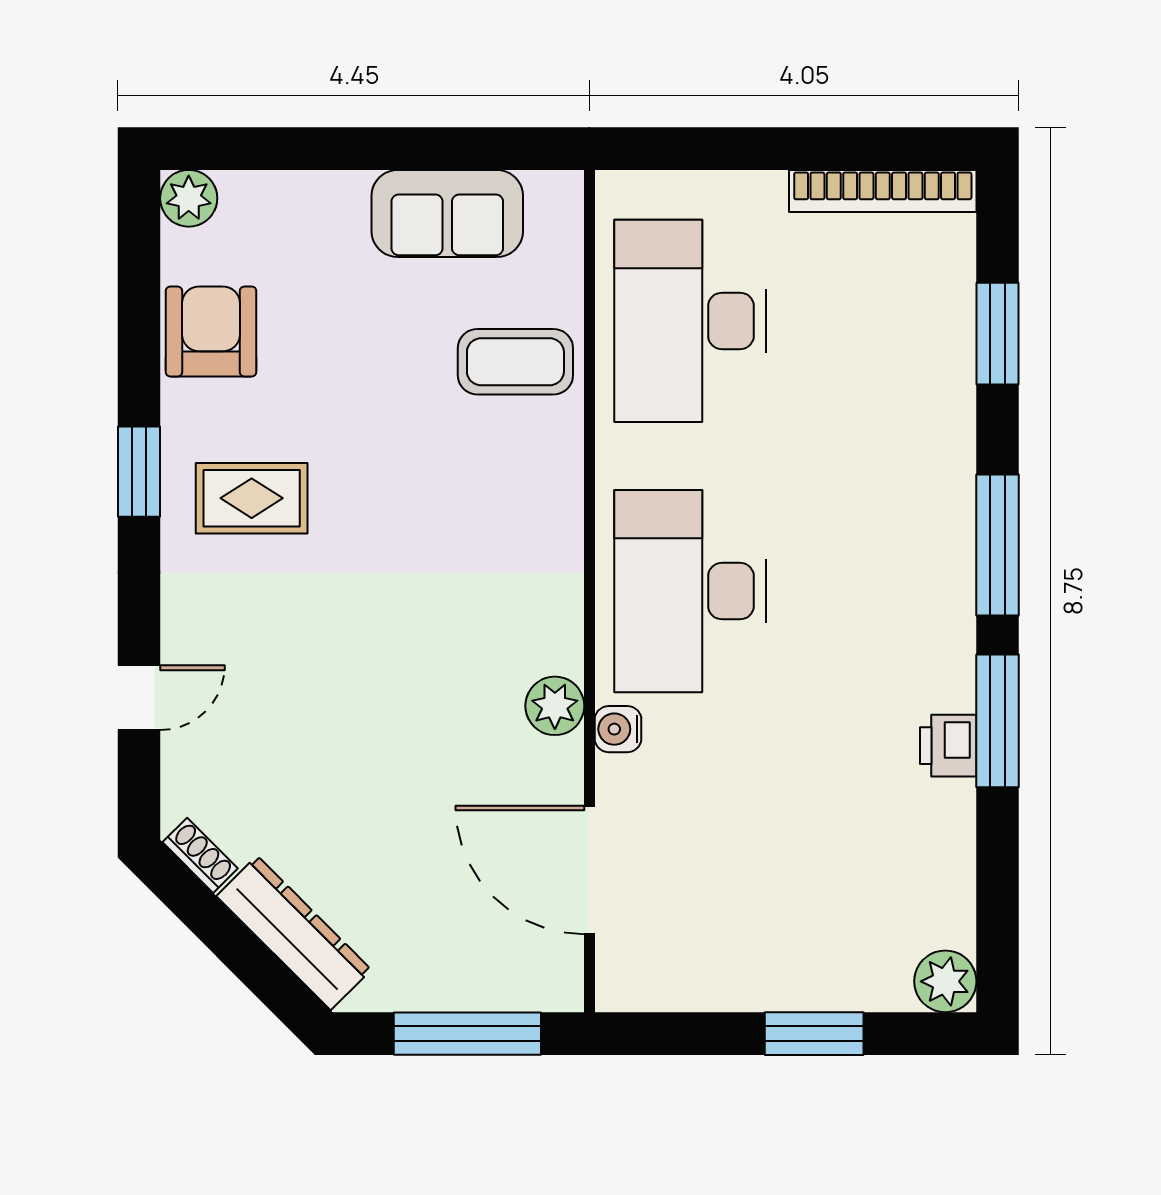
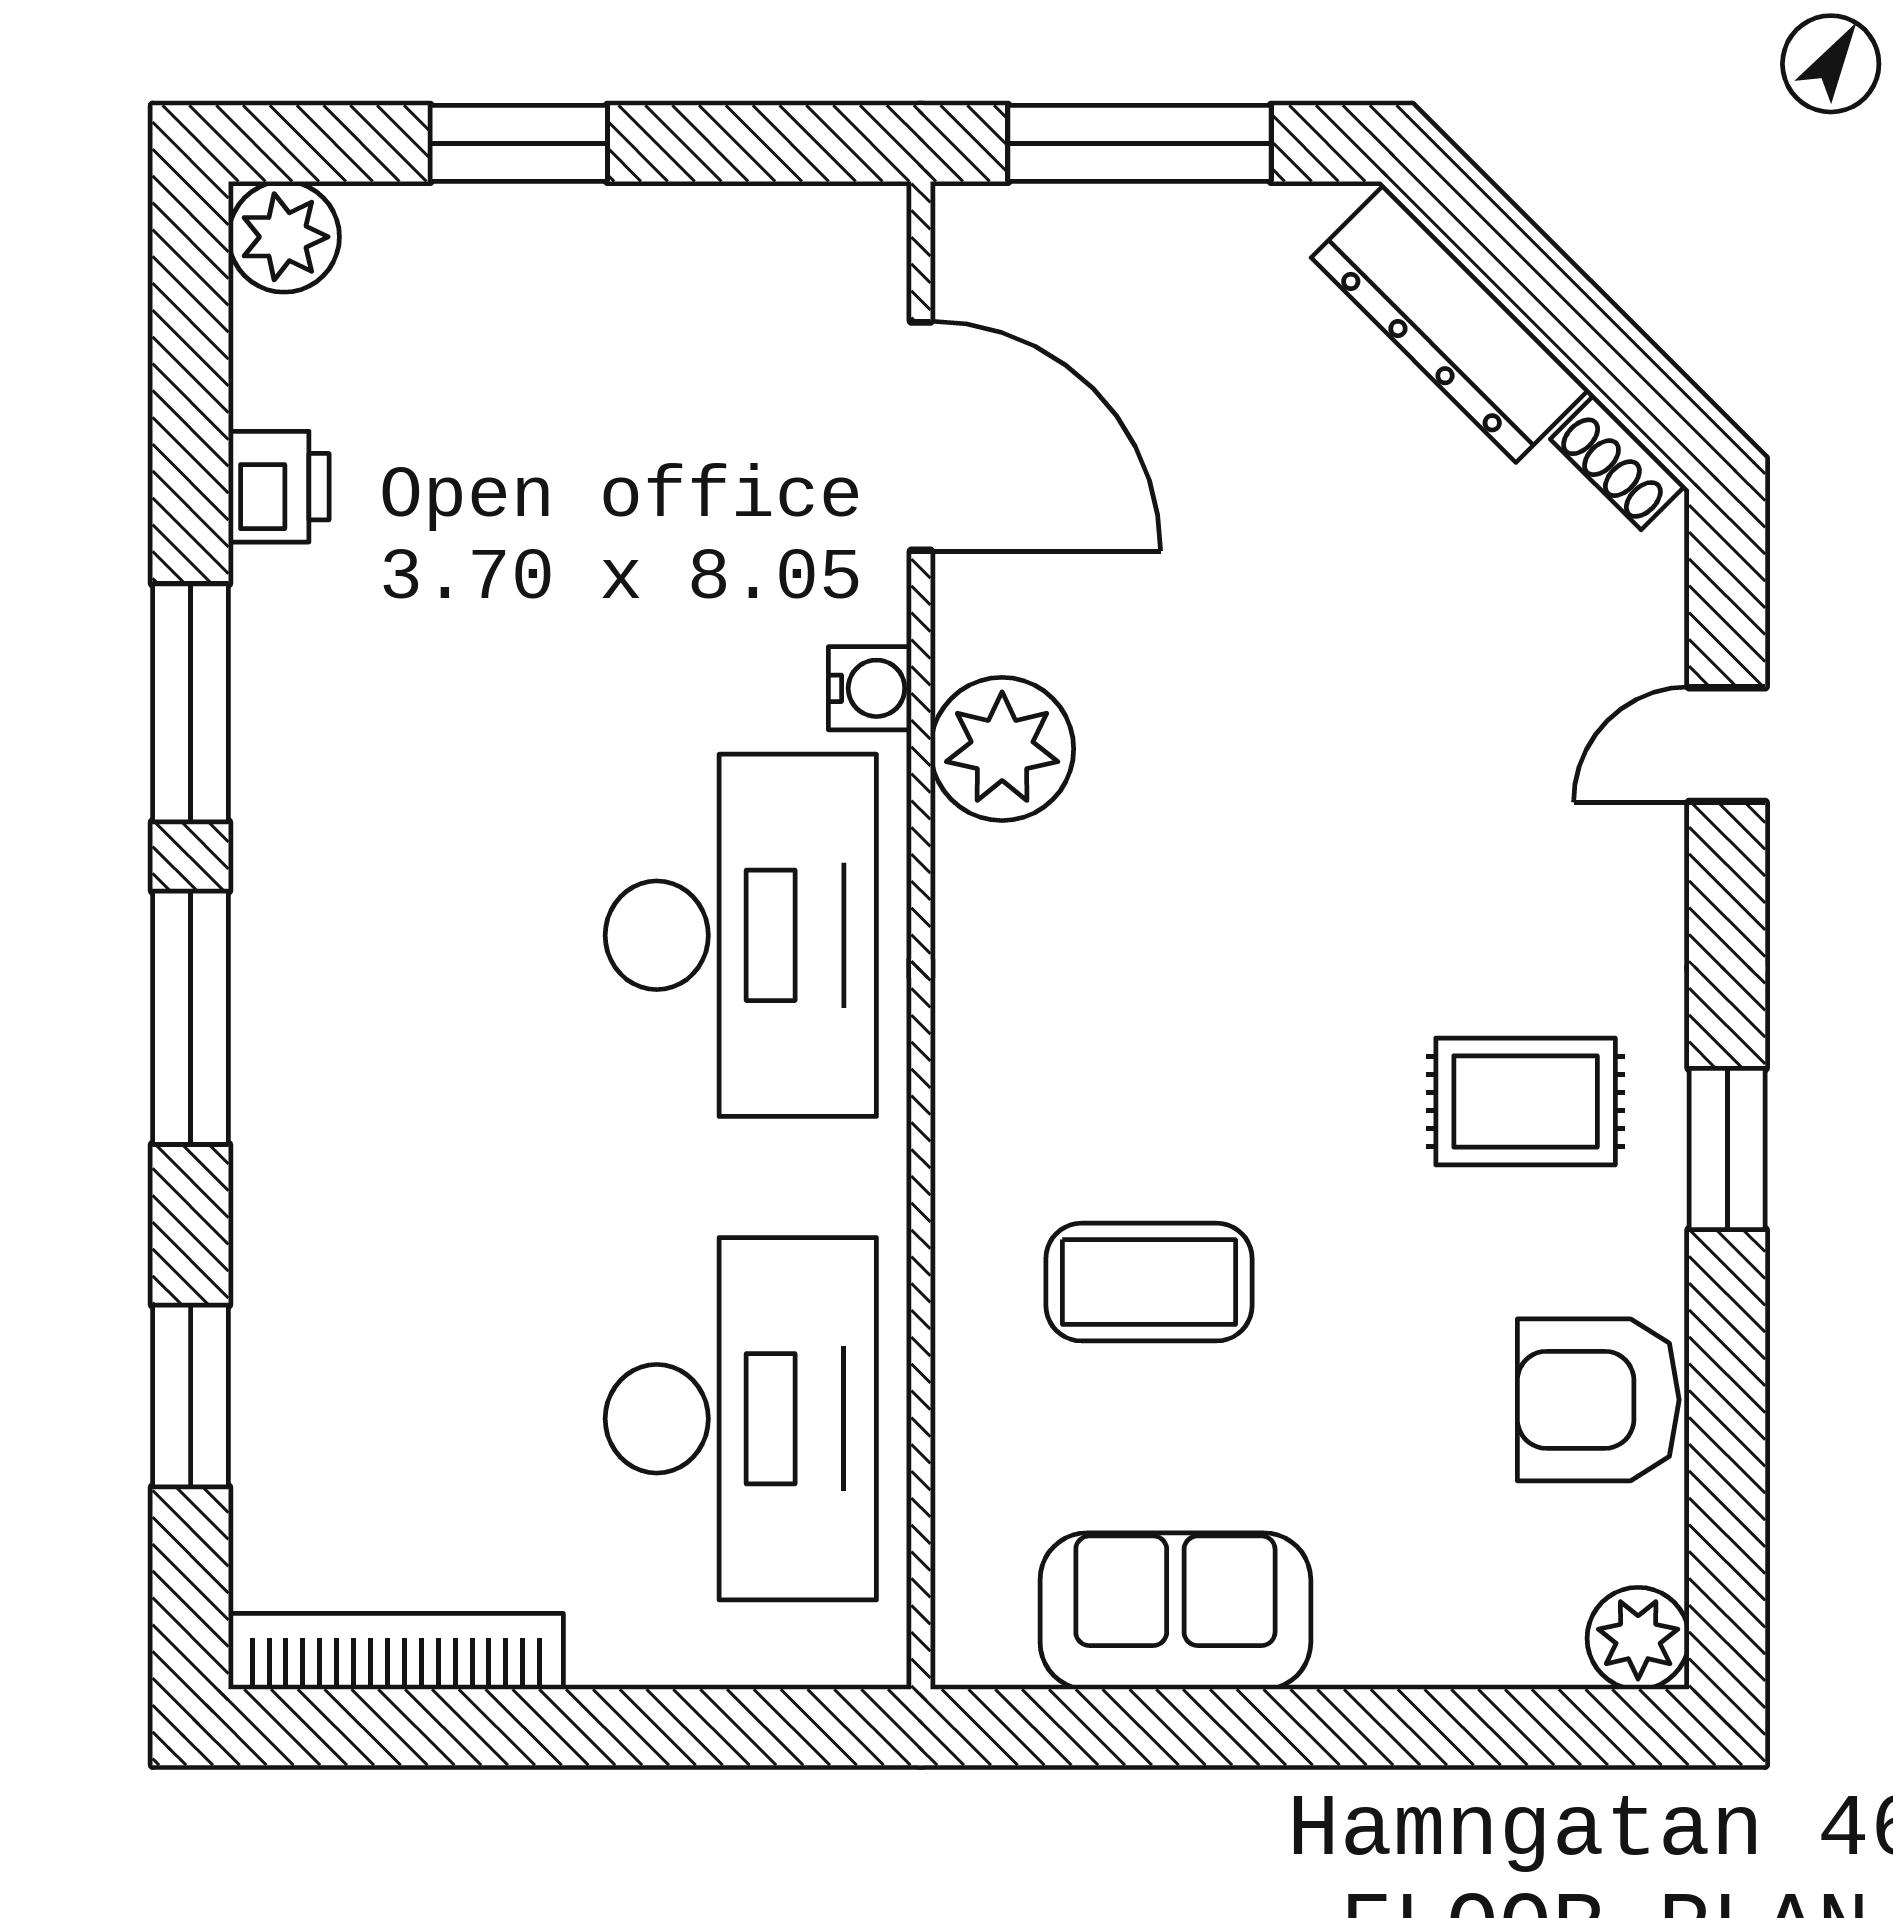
armchair: (211, 332) -> (1598, 1400), turned 90
coffee table: (515, 362) -> (1149, 1282), moved
plant: (555, 706) -> (1002, 749), width x1.36, depth x1.36
printer: (948, 746) -> (279, 487), moved

